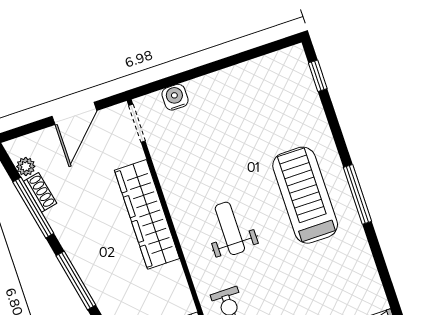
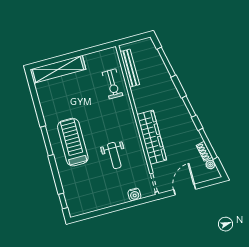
treadmill: (305, 195) -> (73, 142), turned 180
weight bench: (230, 228) -> (114, 156), moved
window: (76, 280) -> (189, 107), width x0.69

